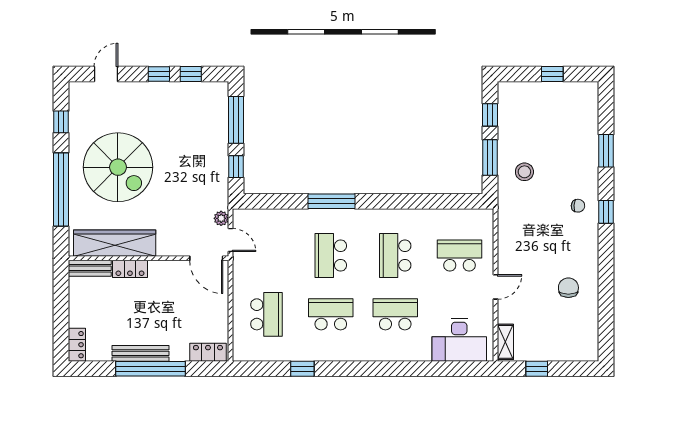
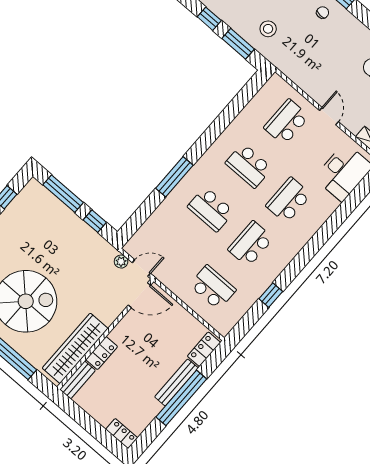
bench: (140, 353) -> (177, 382), moved

